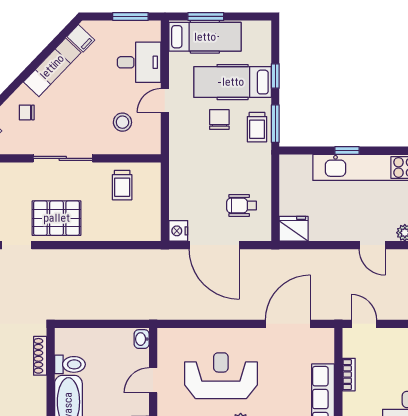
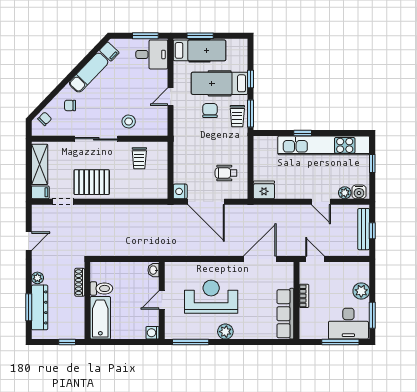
desk: (139, 62) -> (152, 54), moved
stool: (122, 122) -> (129, 121), moved

